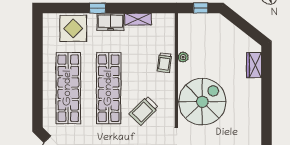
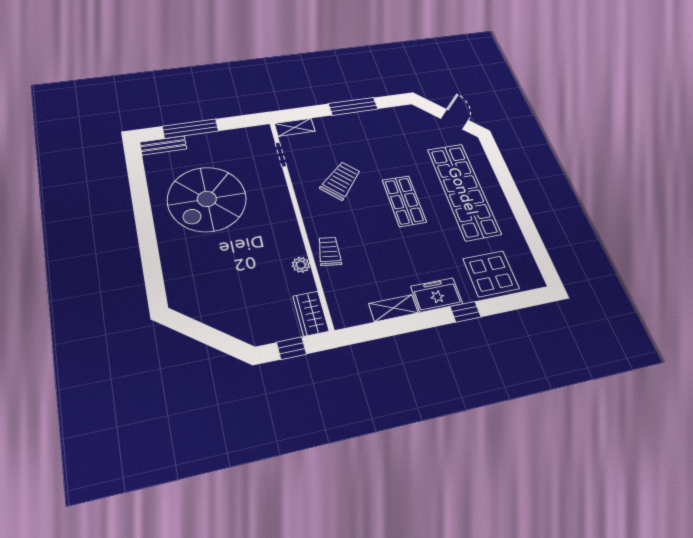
wardrobe: (254, 65) -> (311, 314), moved, turned 180
shop shelf: (109, 88) -> (404, 201), width x0.50, depth x0.74
spiral stairs: (202, 102) -> (207, 199), moved

